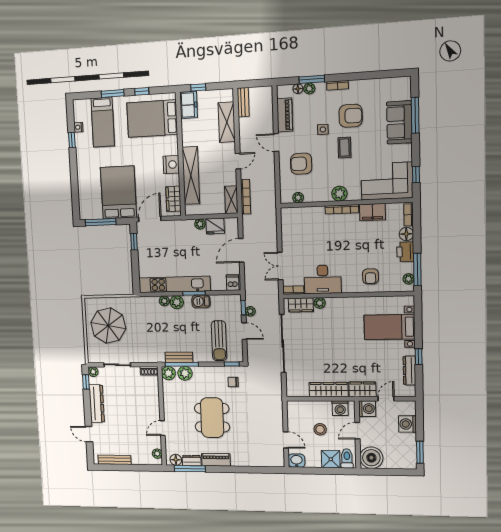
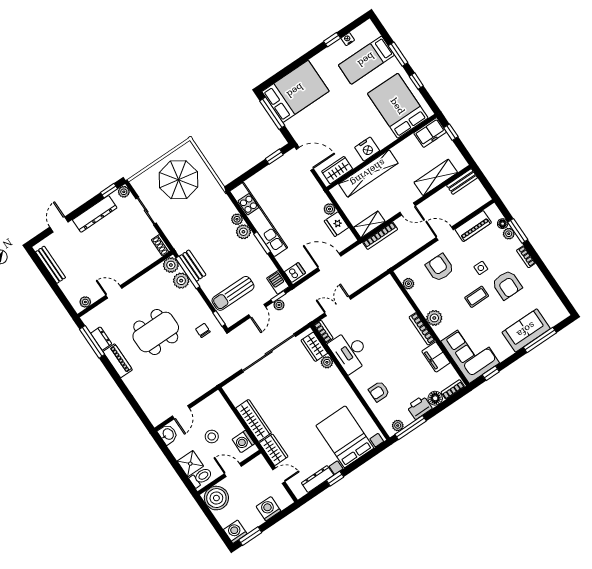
door: (276, 142) -> (445, 234), hinge flipped
bed: (118, 192) -> (295, 91), moved
barbecue: (201, 302) -> (278, 282), moved
bed with nightstands: (389, 327) -> (345, 437), width x1.36
washing machine: (367, 409) -> (235, 532), moved, turned 180
floor lamp: (176, 460) -> (91, 323), removed

